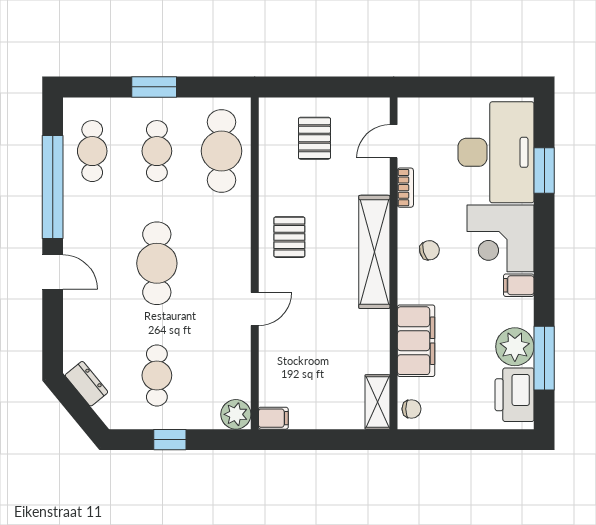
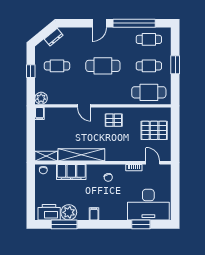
pallet: (314, 138) -> (154, 130), width x1.50, depth x1.42
corner desk: (500, 238) -> (113, 206), removed
shelving: (374, 252) -> (81, 155), moved

